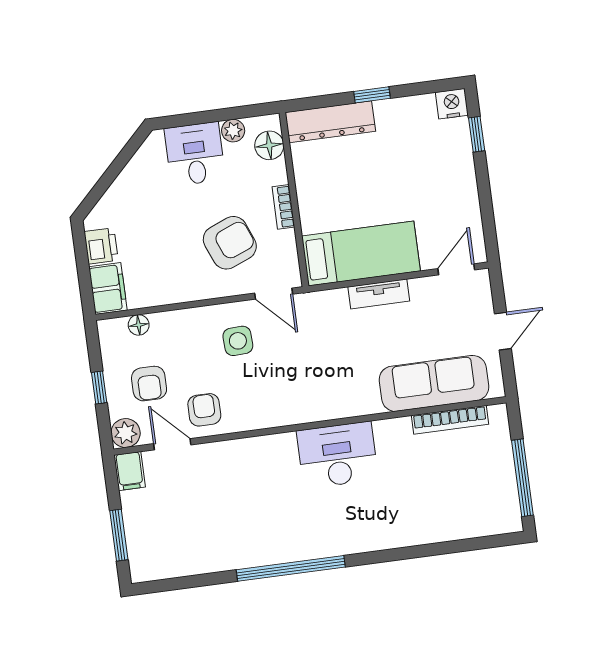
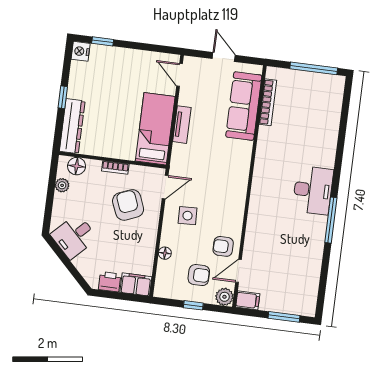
desk: (195, 154) -> (74, 236), moved, turned -45
floor lamp: (139, 325) -> (165, 253), moved
desk: (337, 455) -> (313, 190), moved, turned 180
window: (291, 568) -> (331, 220), width x0.68

